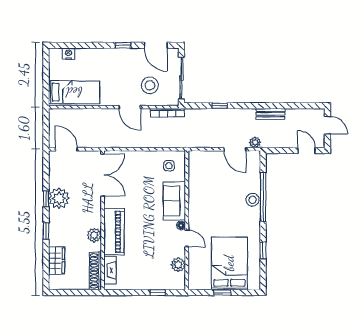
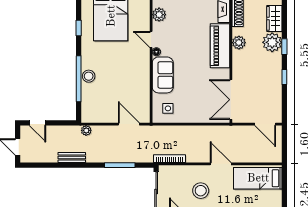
stool: (150, 85) -> (201, 191), moved
window: (220, 106) -> (120, 165), width x2.17
door: (130, 107) -> (221, 164), moved
door: (235, 149) -> (129, 124), moved
plant: (59, 198) -> (272, 42), moved

